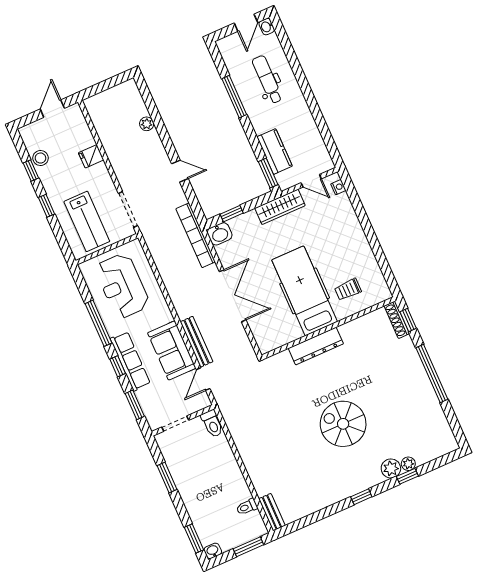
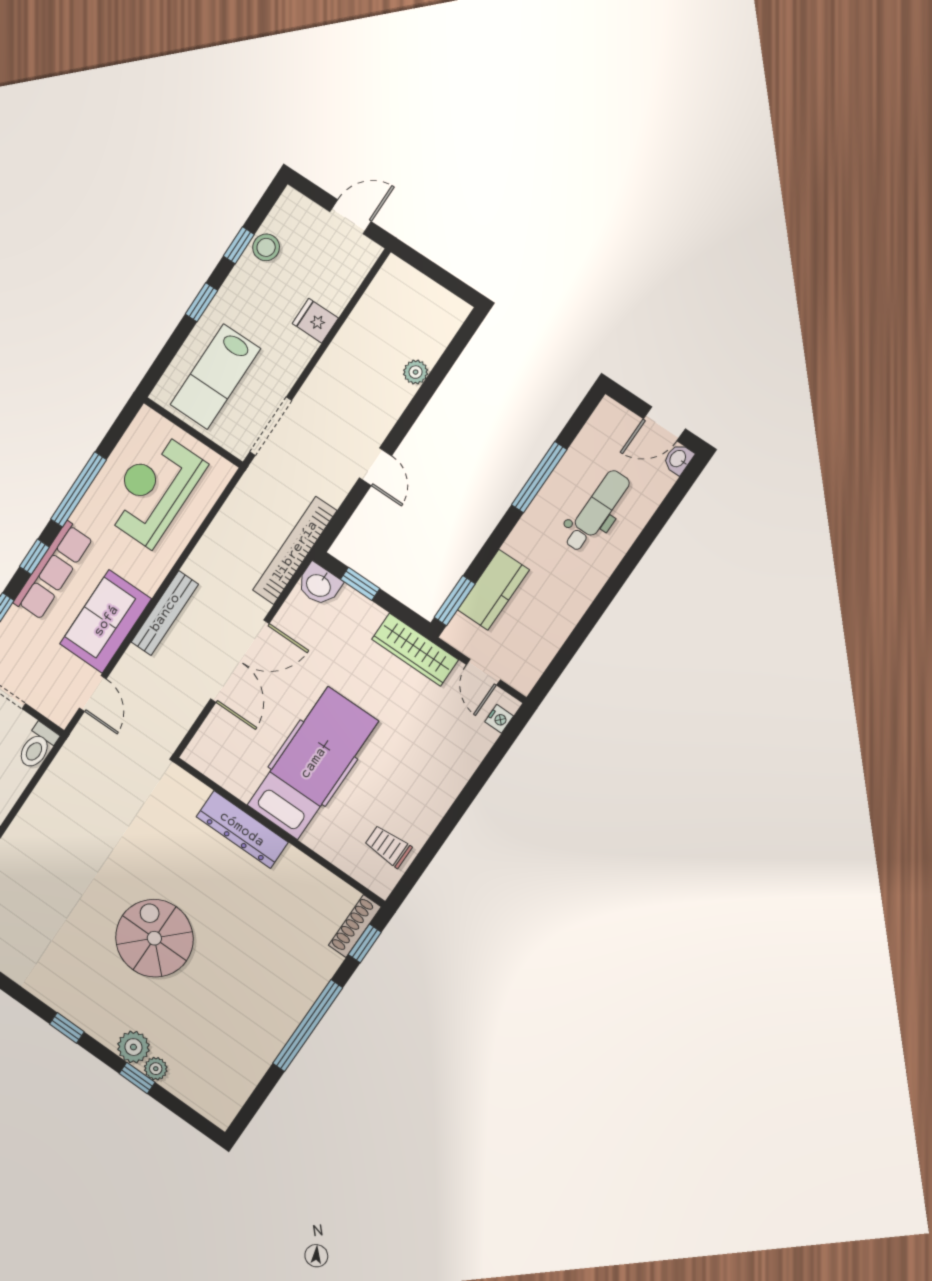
trolley: (348, 289) -> (388, 846), moved
bench: (197, 342) -> (165, 613), moved
door: (203, 379) -> (93, 693), swing flipped

